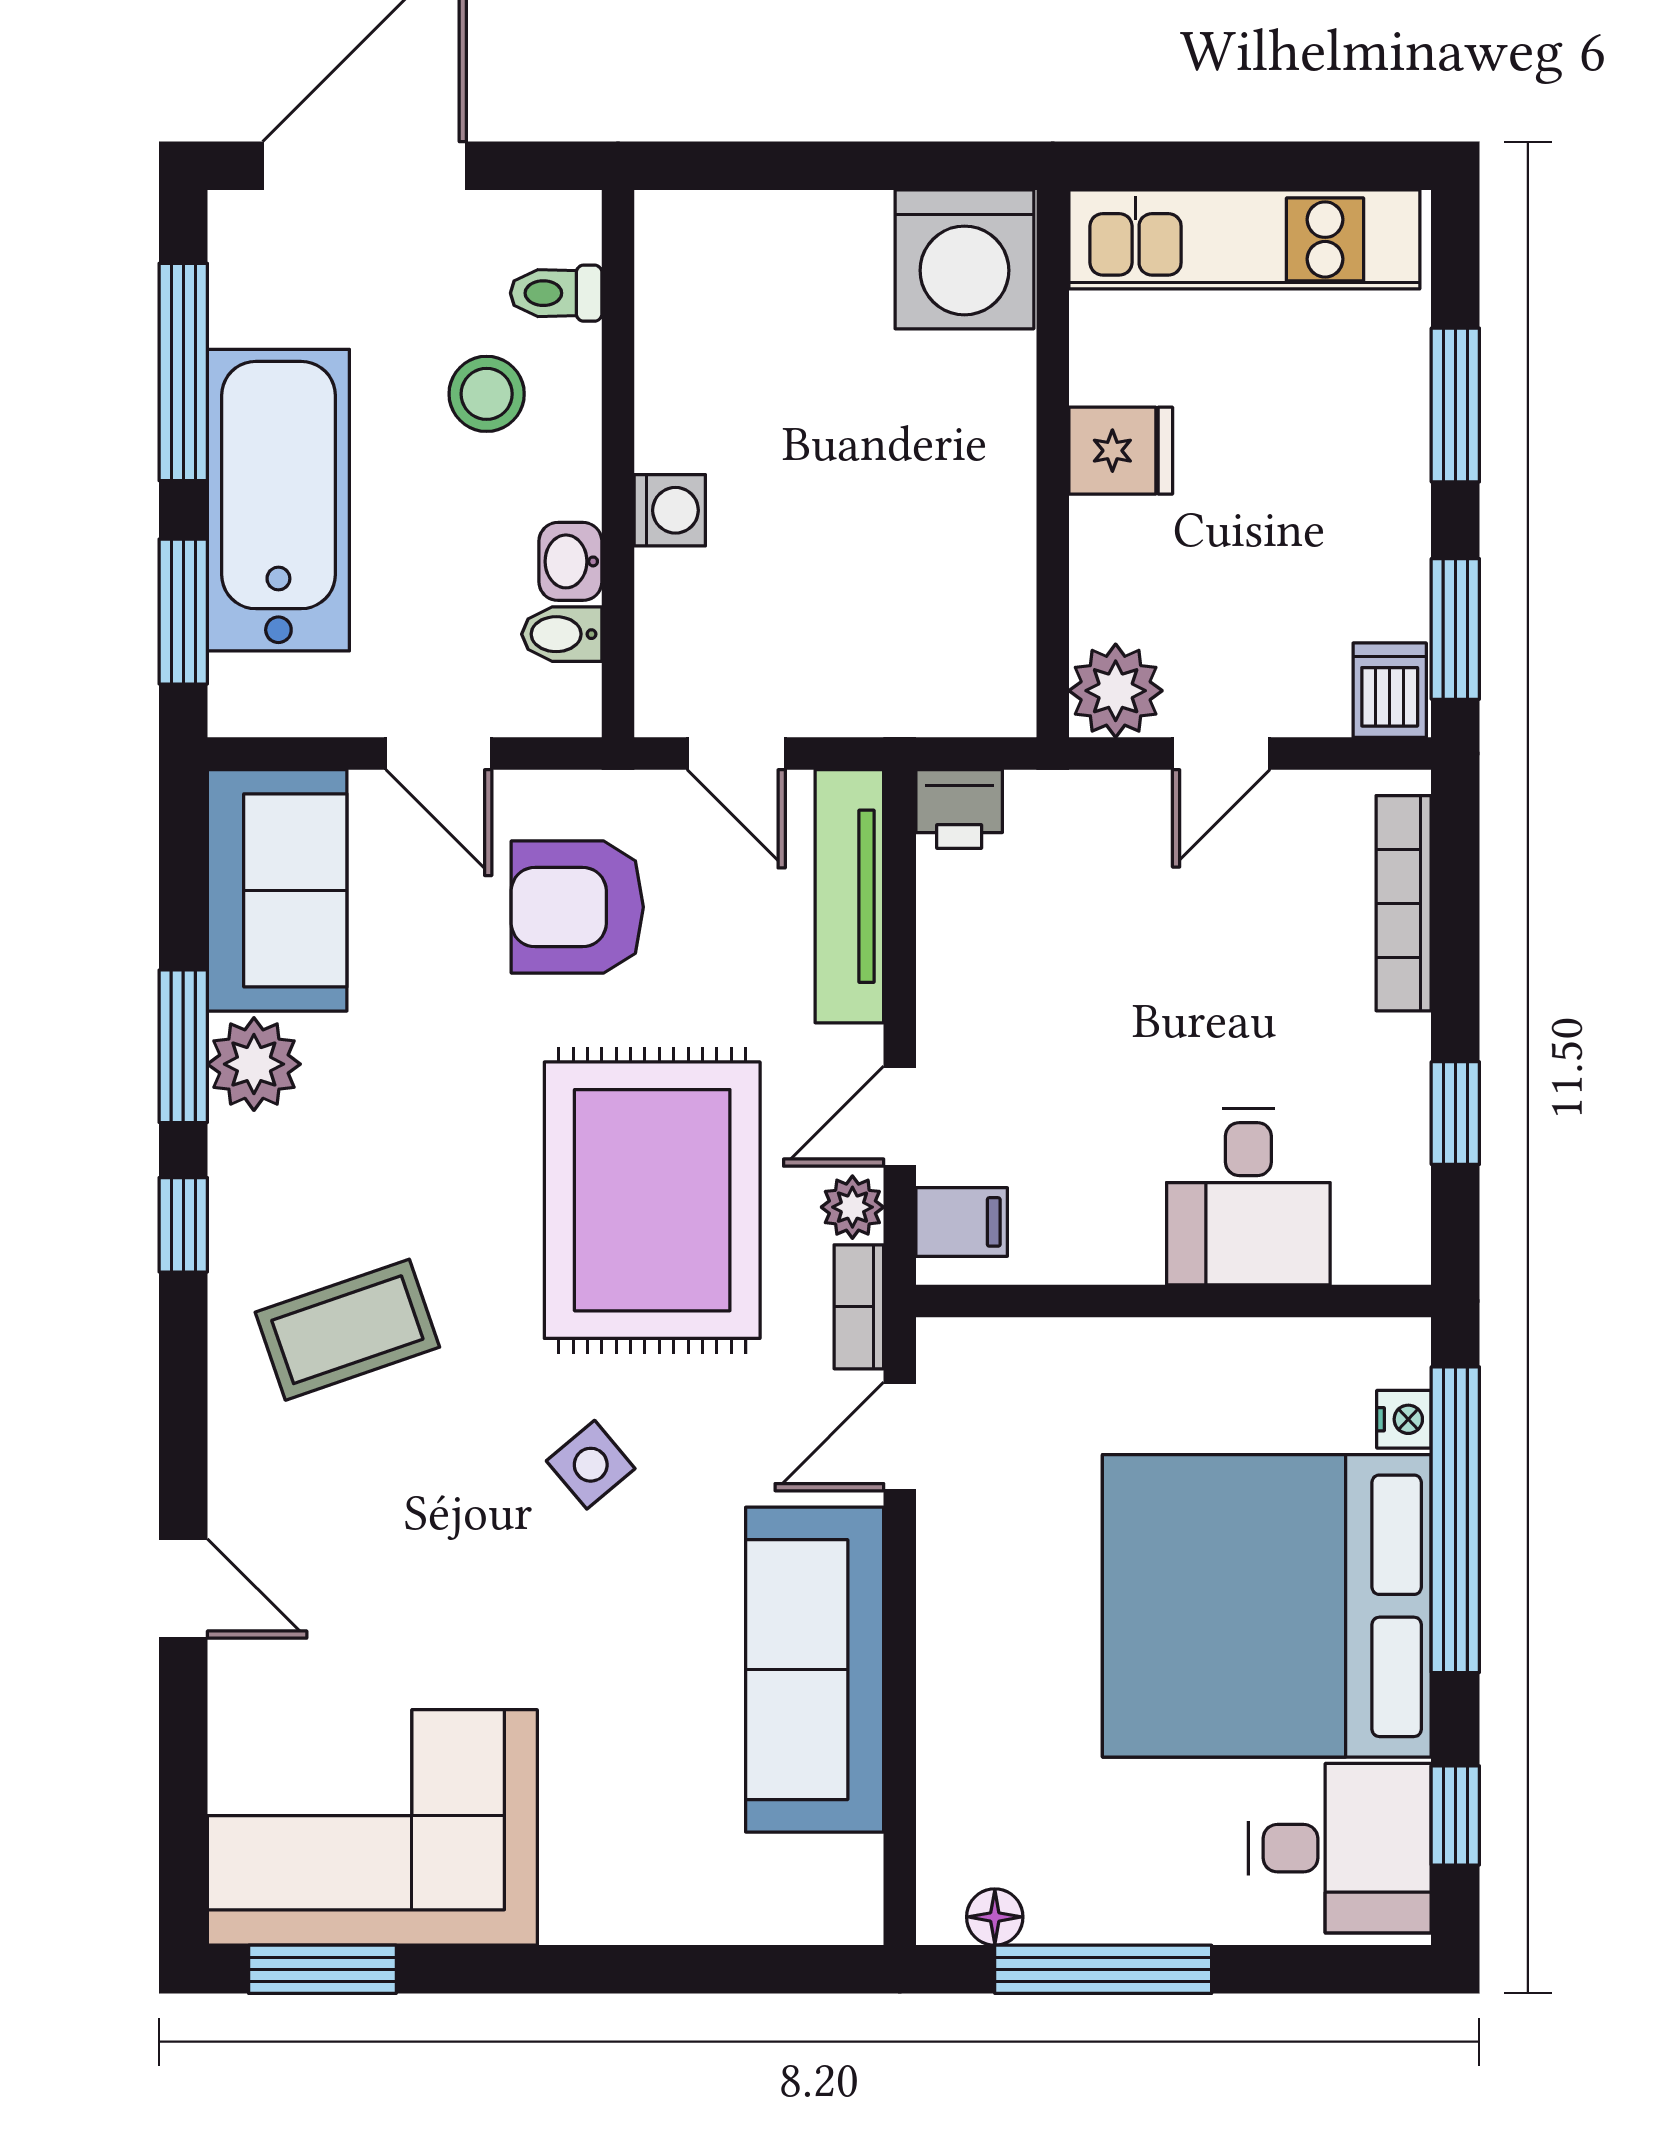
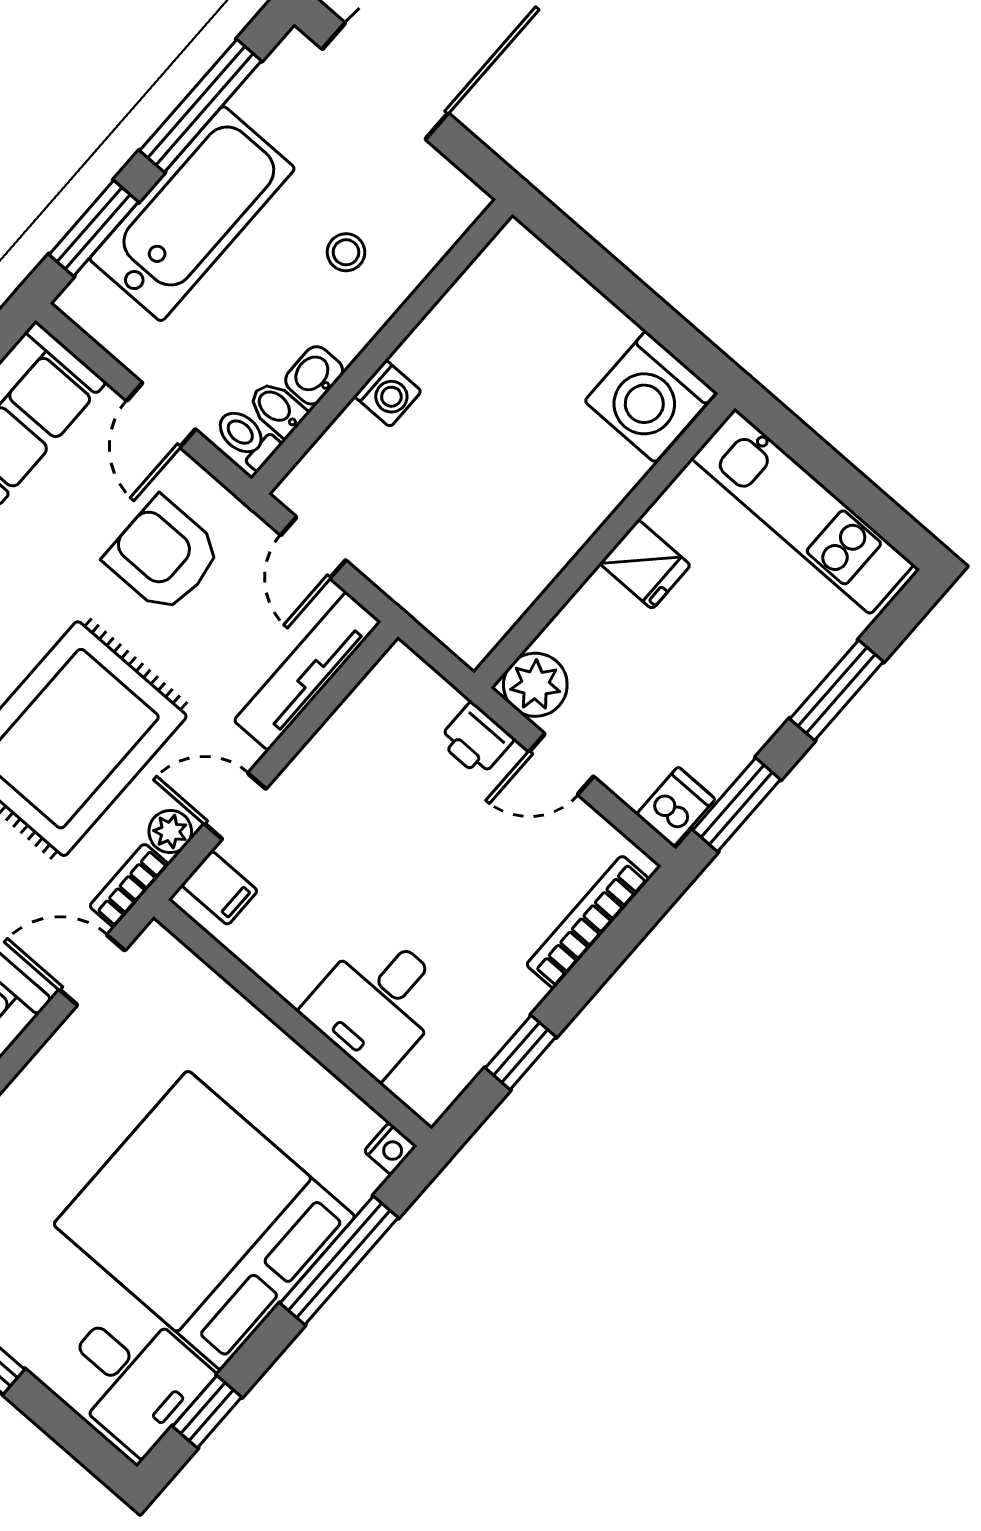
toilet: (556, 293) -> (247, 438), moved
stool: (487, 394) -> (346, 252), width x0.73, depth x0.73
printer: (959, 809) -> (476, 740), moved
nightstand: (1404, 1419) -> (390, 1149), moved
window: (1455, 1520) -> (339, 1260), width x0.68

